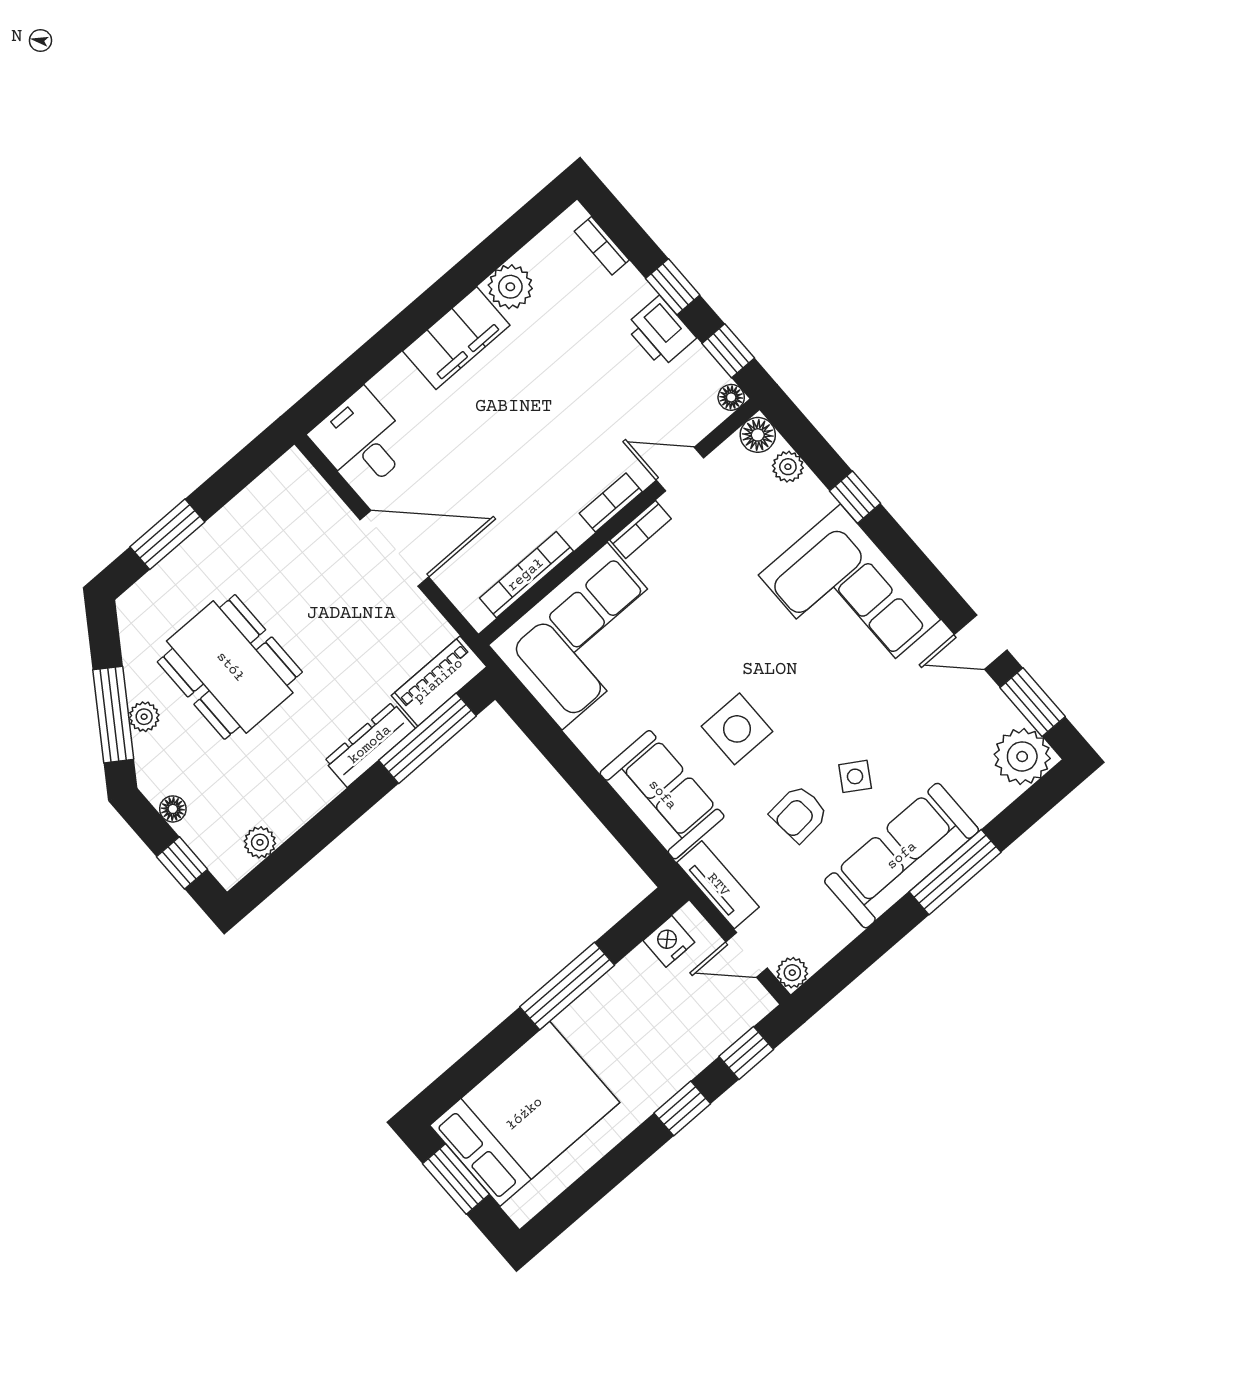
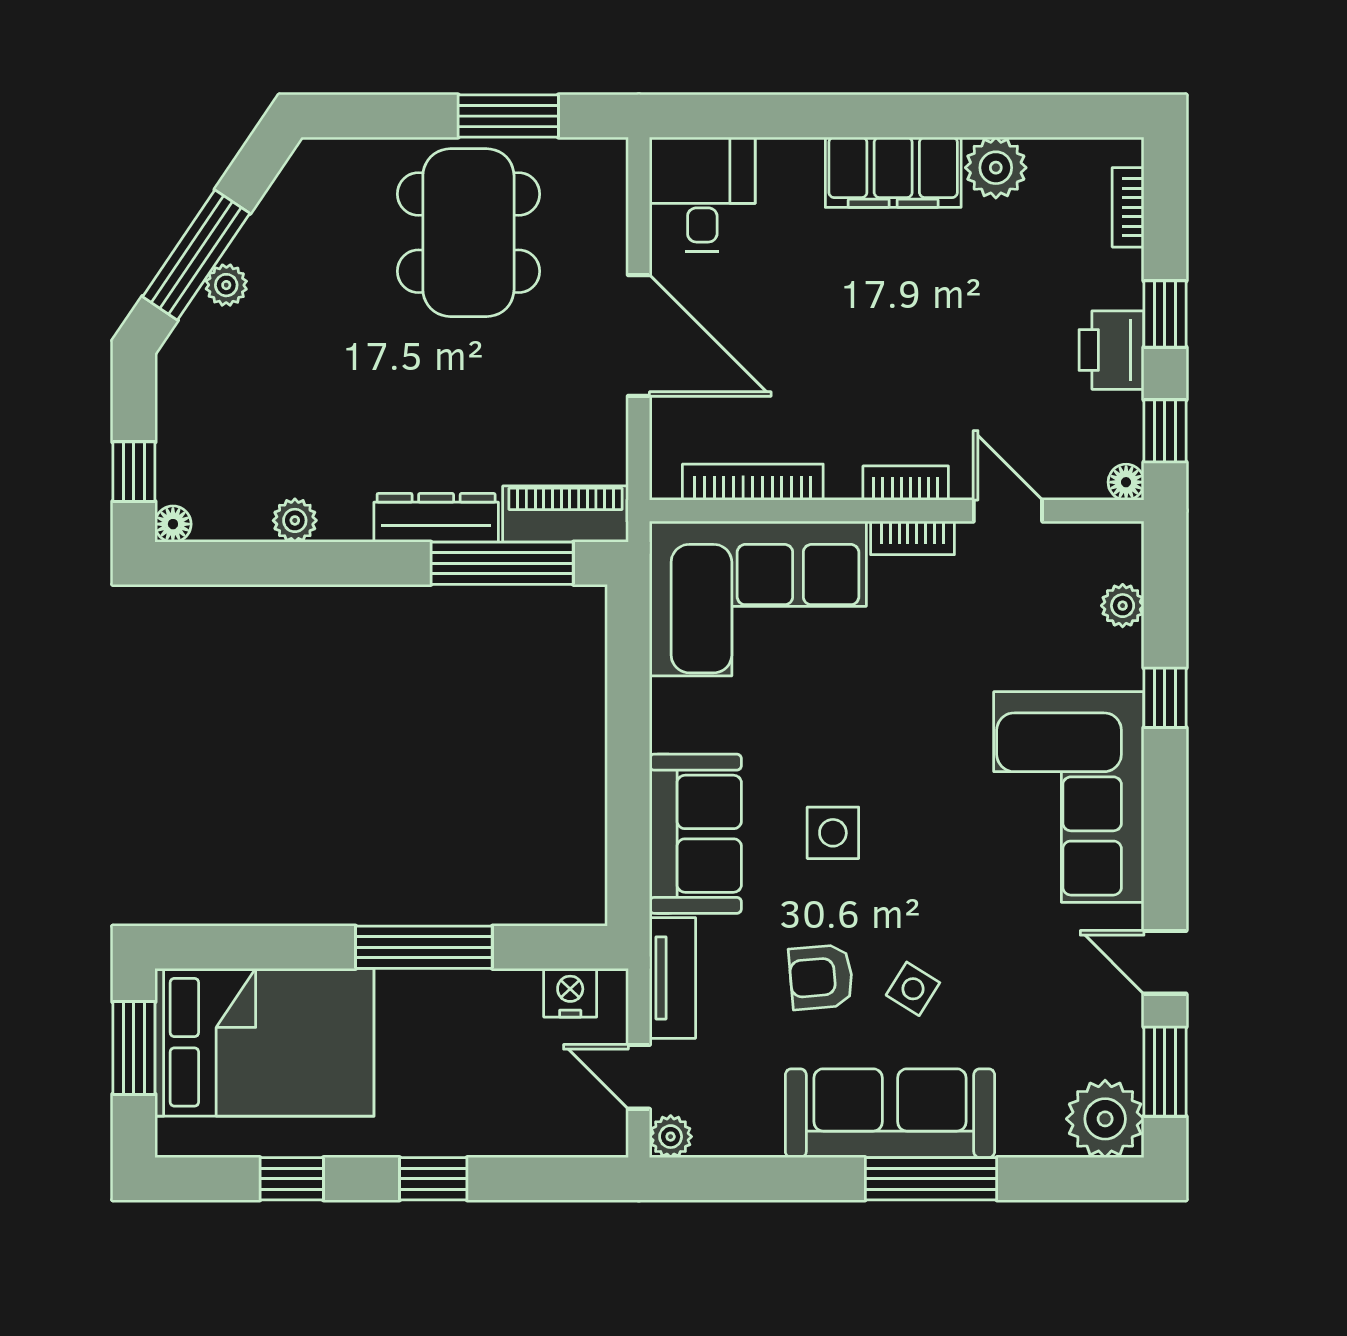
floor lamp: (758, 435) -> (1120, 545), removed
window: (167, 534) -> (508, 116), moved
dining table: (230, 667) -> (468, 233), moved
side table: (737, 729) -> (833, 833), width x0.73, depth x0.73
floor lamp: (173, 809) -> (173, 524), moved
plant: (260, 842) -> (295, 520), moved
window: (746, 1053) -> (292, 1179), moved

